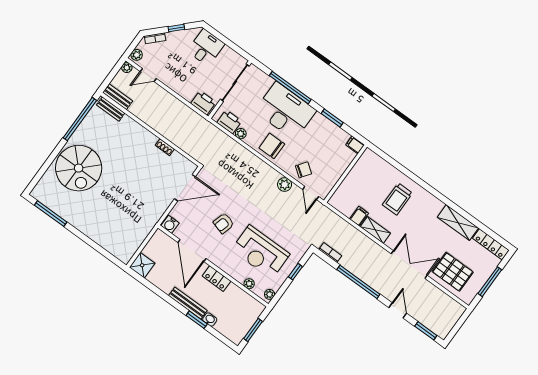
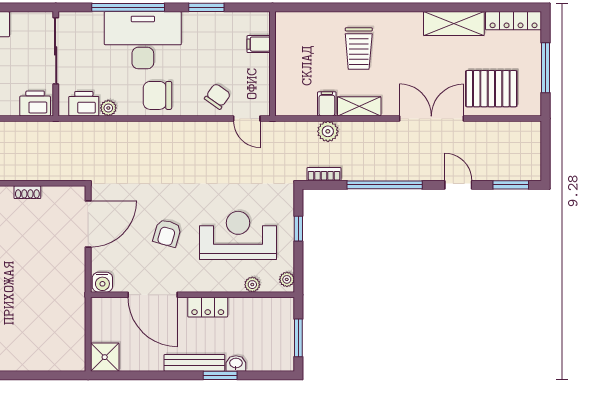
filing cabinet: (355, 145) -> (259, 44), moved
plant: (285, 185) -> (328, 131), moved
reception desk: (261, 252) -> (238, 235), turned 180

